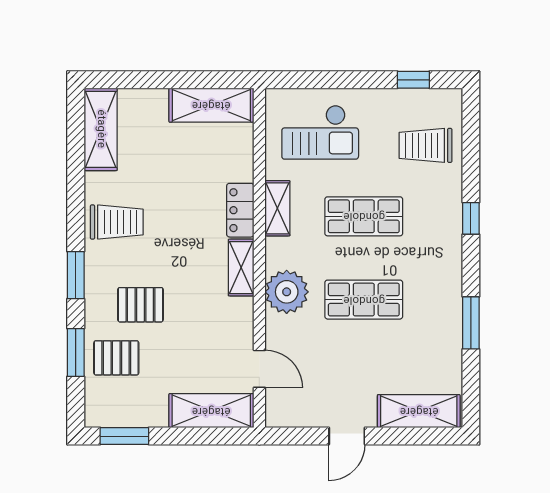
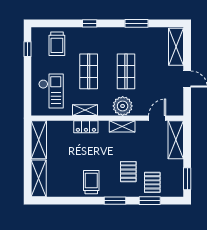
shelving: (101, 129) -> (39, 178), moved, turned 90
shelving: (241, 268) -> (122, 126), moved

